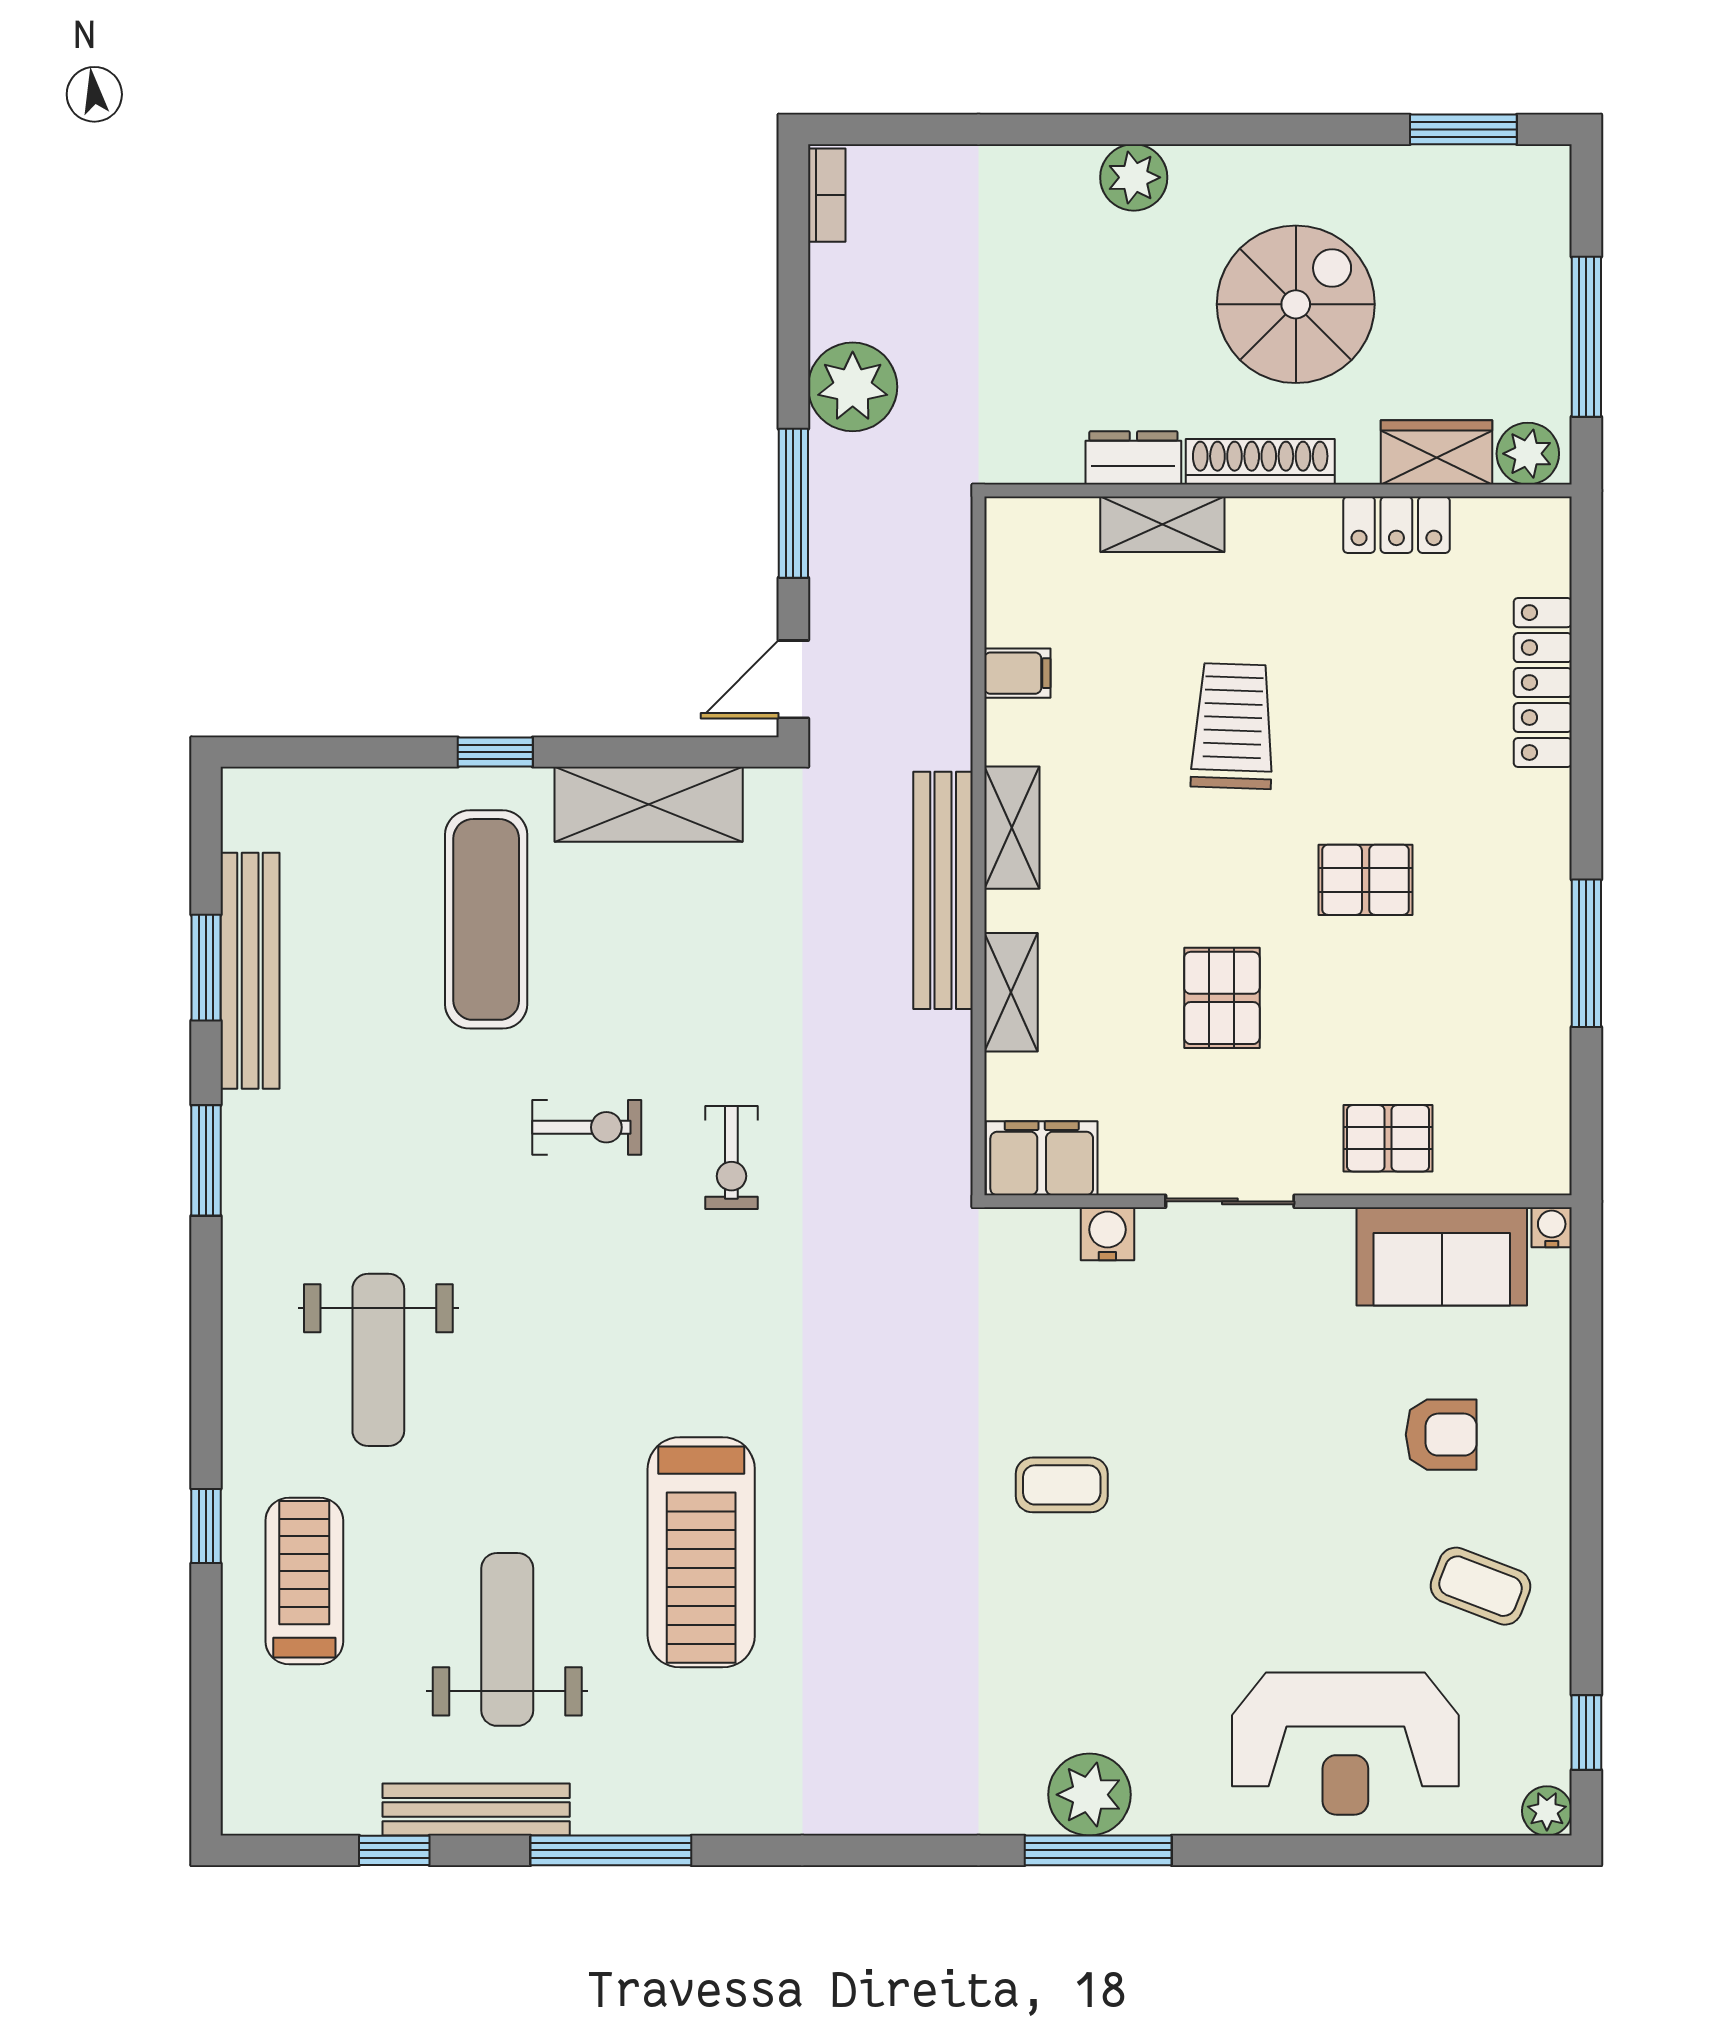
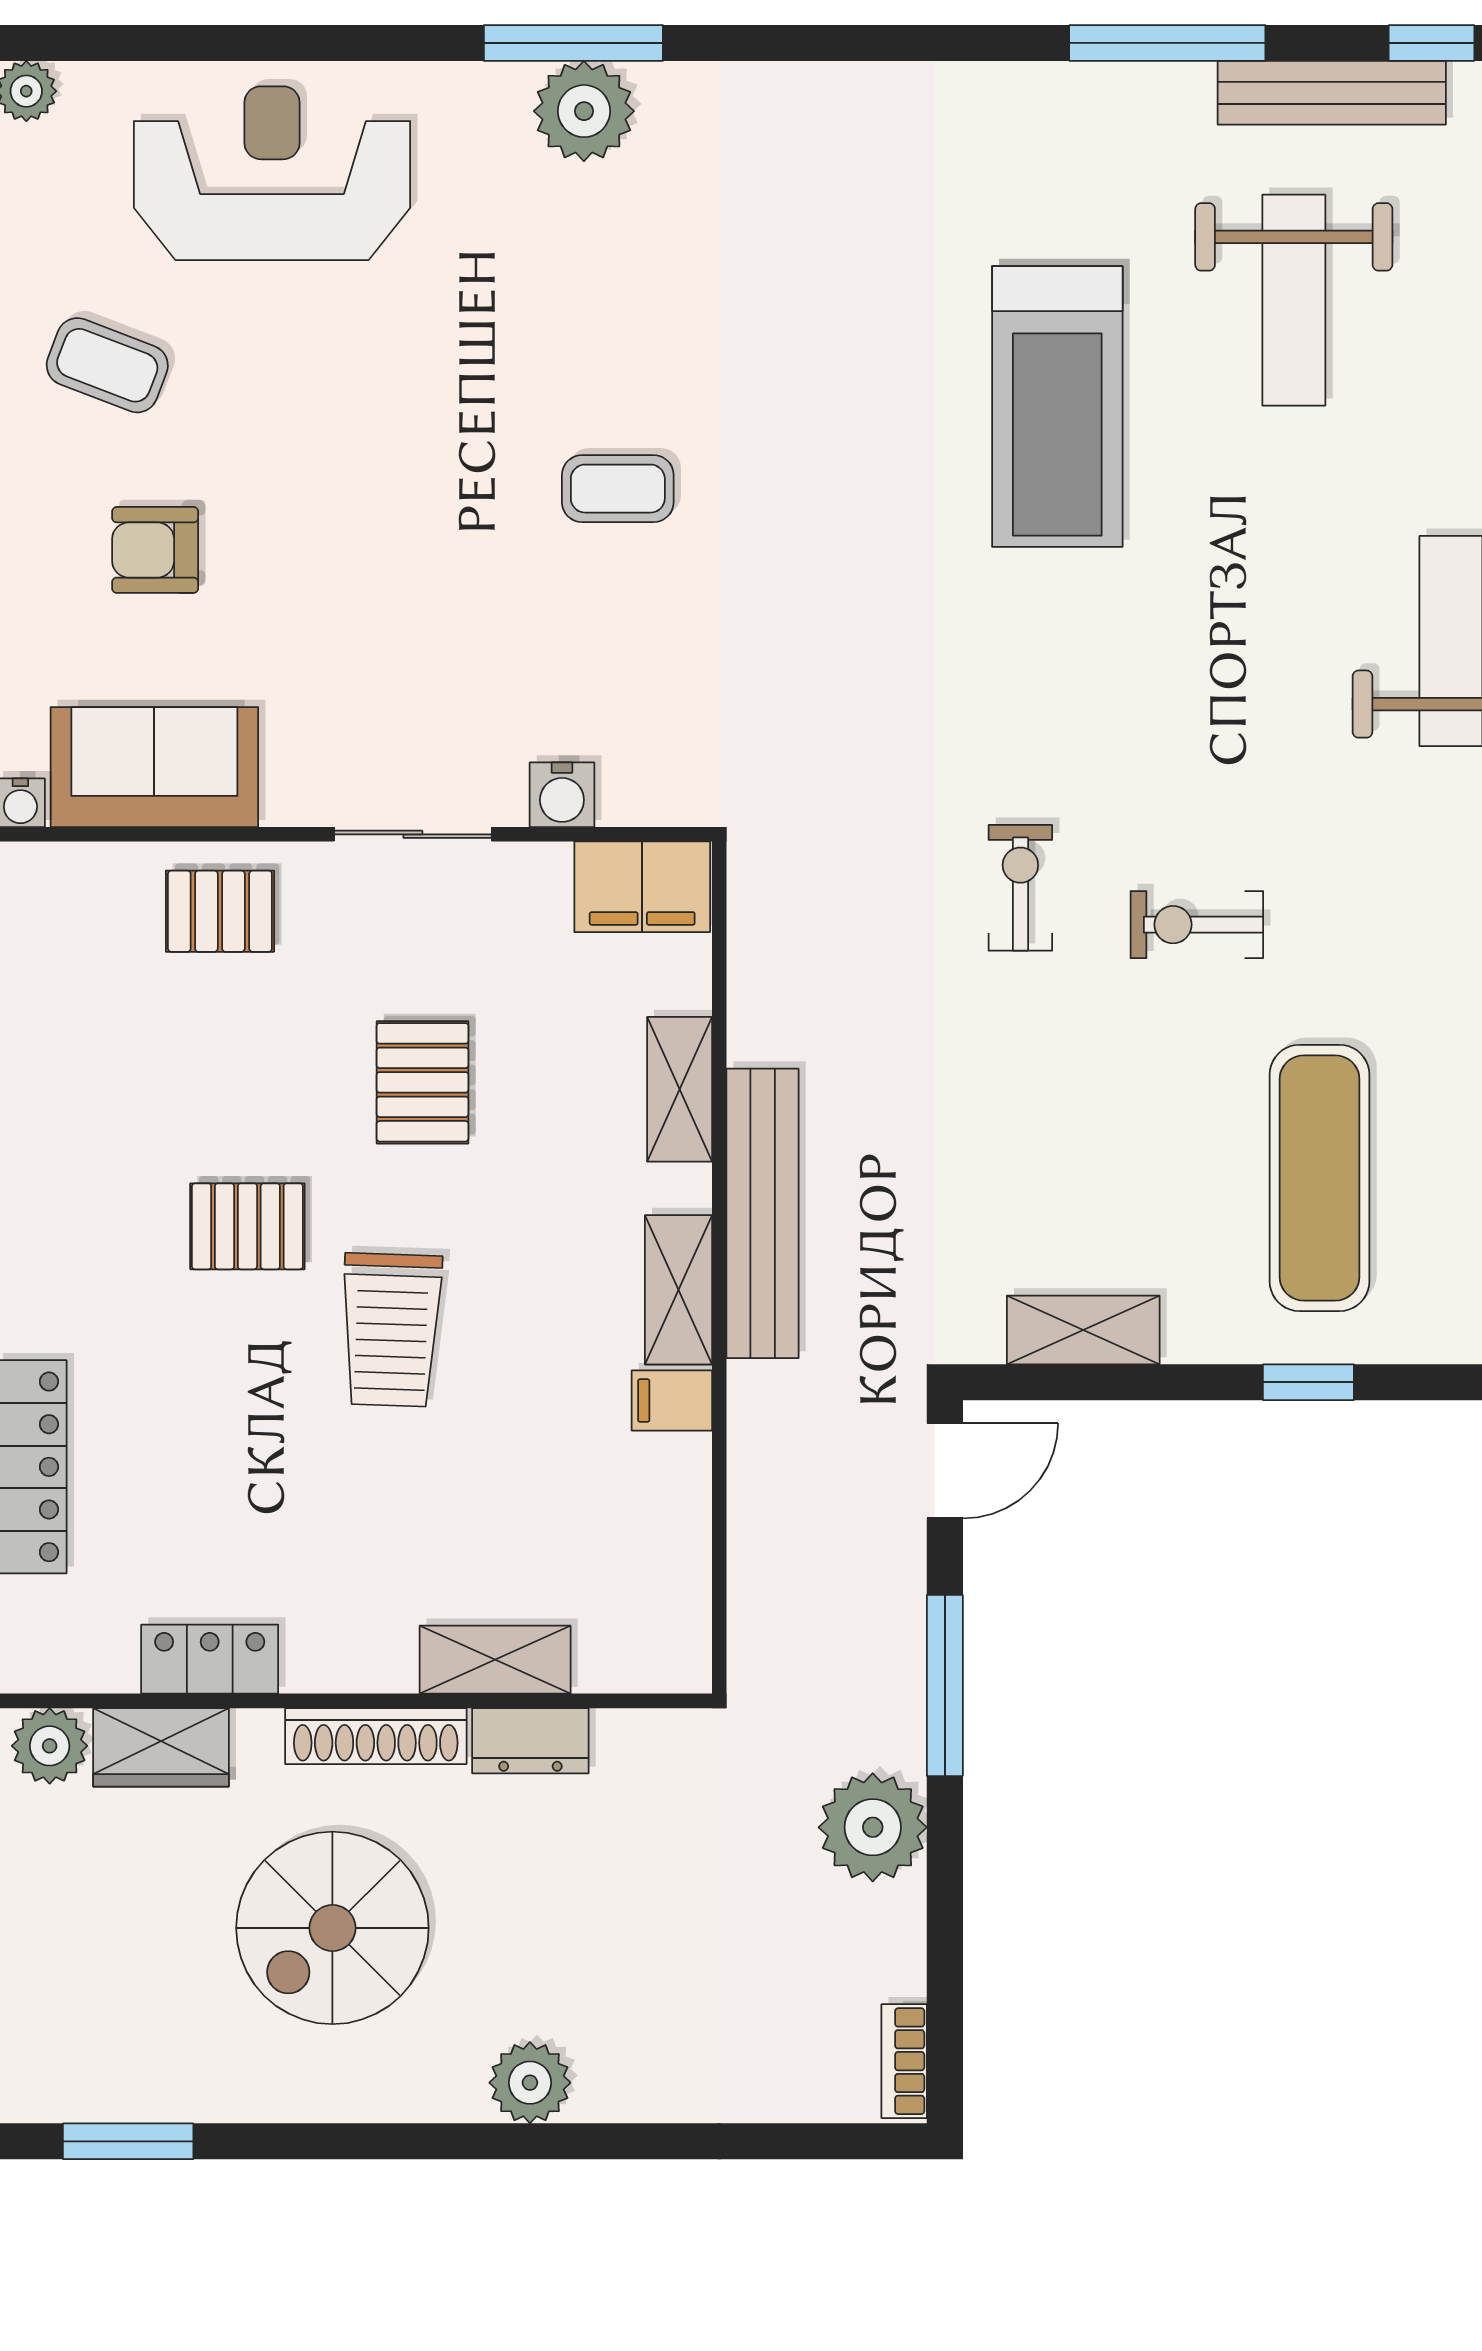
filing cabinet: (1017, 673) -> (672, 1400), moved
trolley: (1233, 726) -> (391, 1330), moved
shelving: (649, 804) -> (1083, 1330), width x0.67, depth x0.75
treadmill: (701, 1552) -> (1057, 407), turned 180

